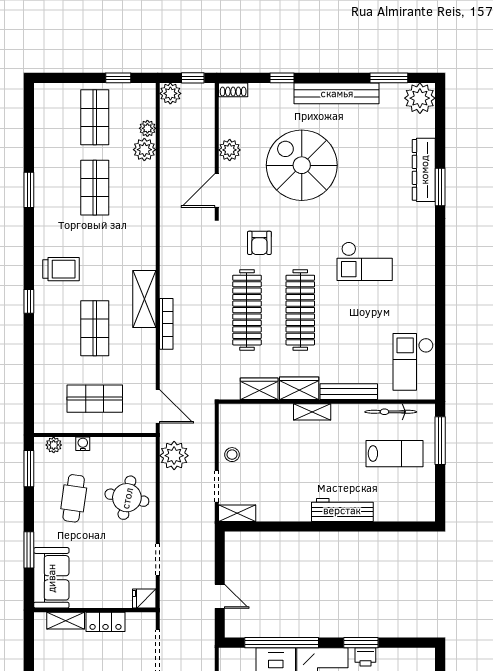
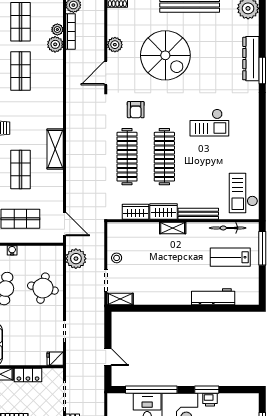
spiral stairs: (302, 165) -> (165, 55), turned 180
bookcase: (166, 324) -> (70, 32), moved
lab bench: (394, 454) -> (230, 257), turned 180
workbench: (342, 510) -> (213, 297), moved

